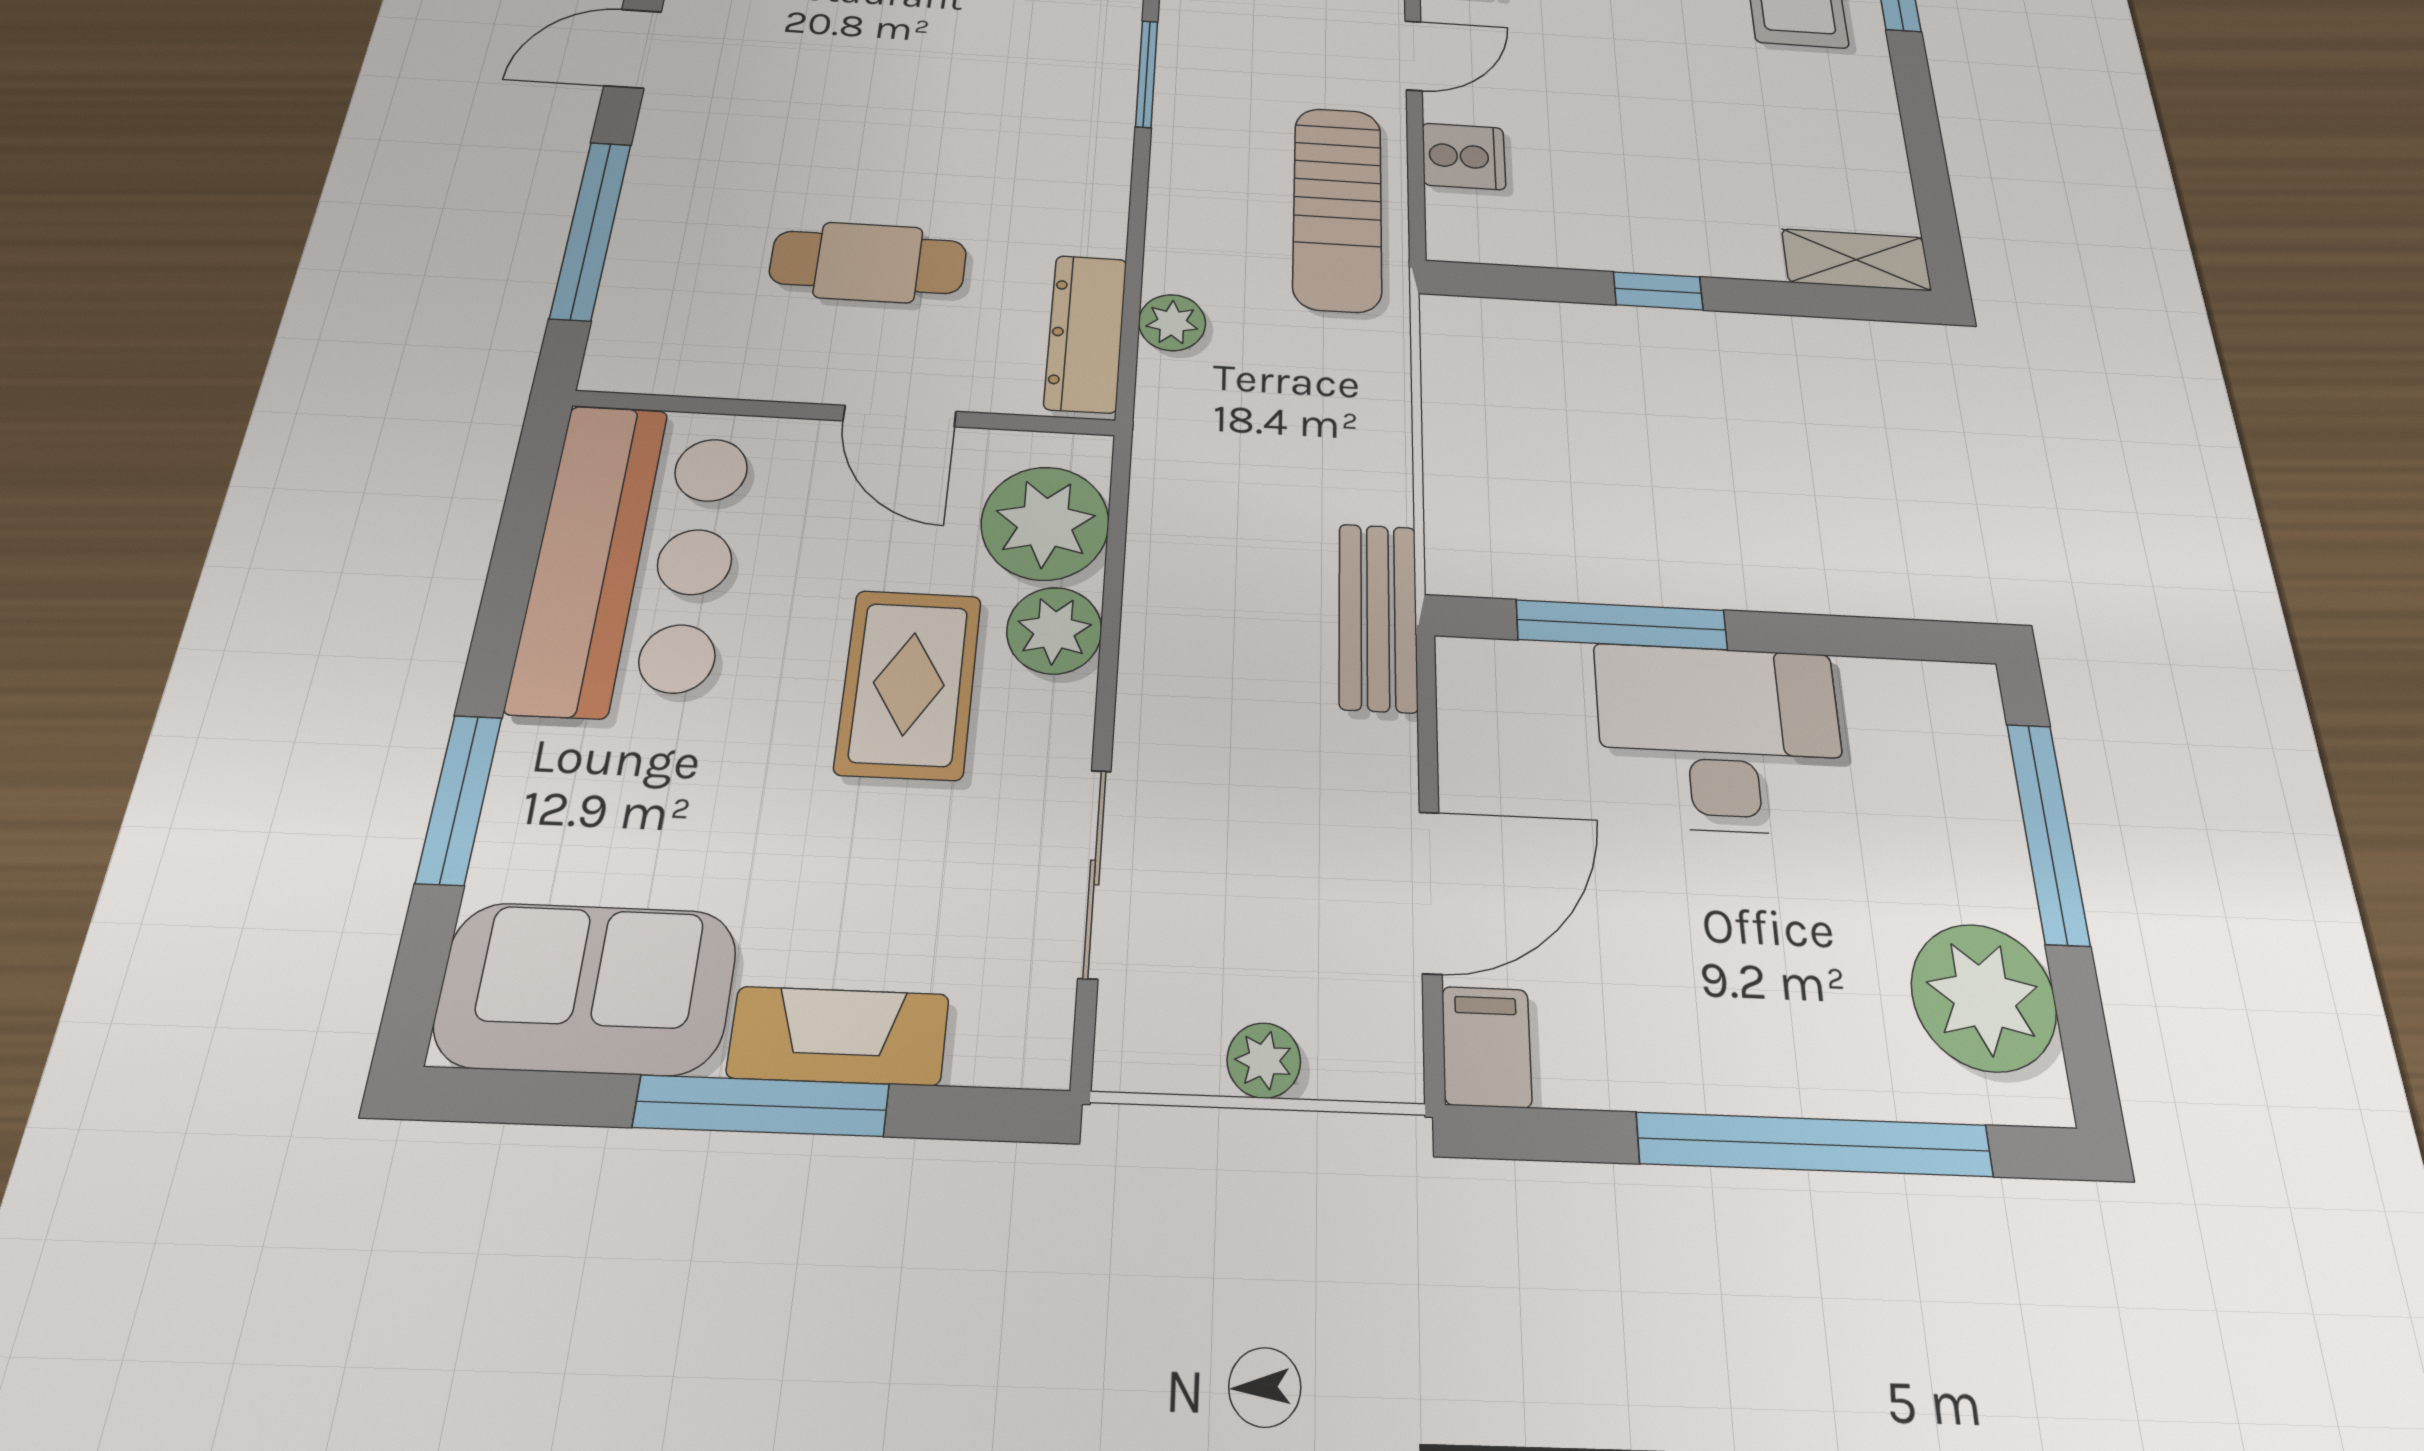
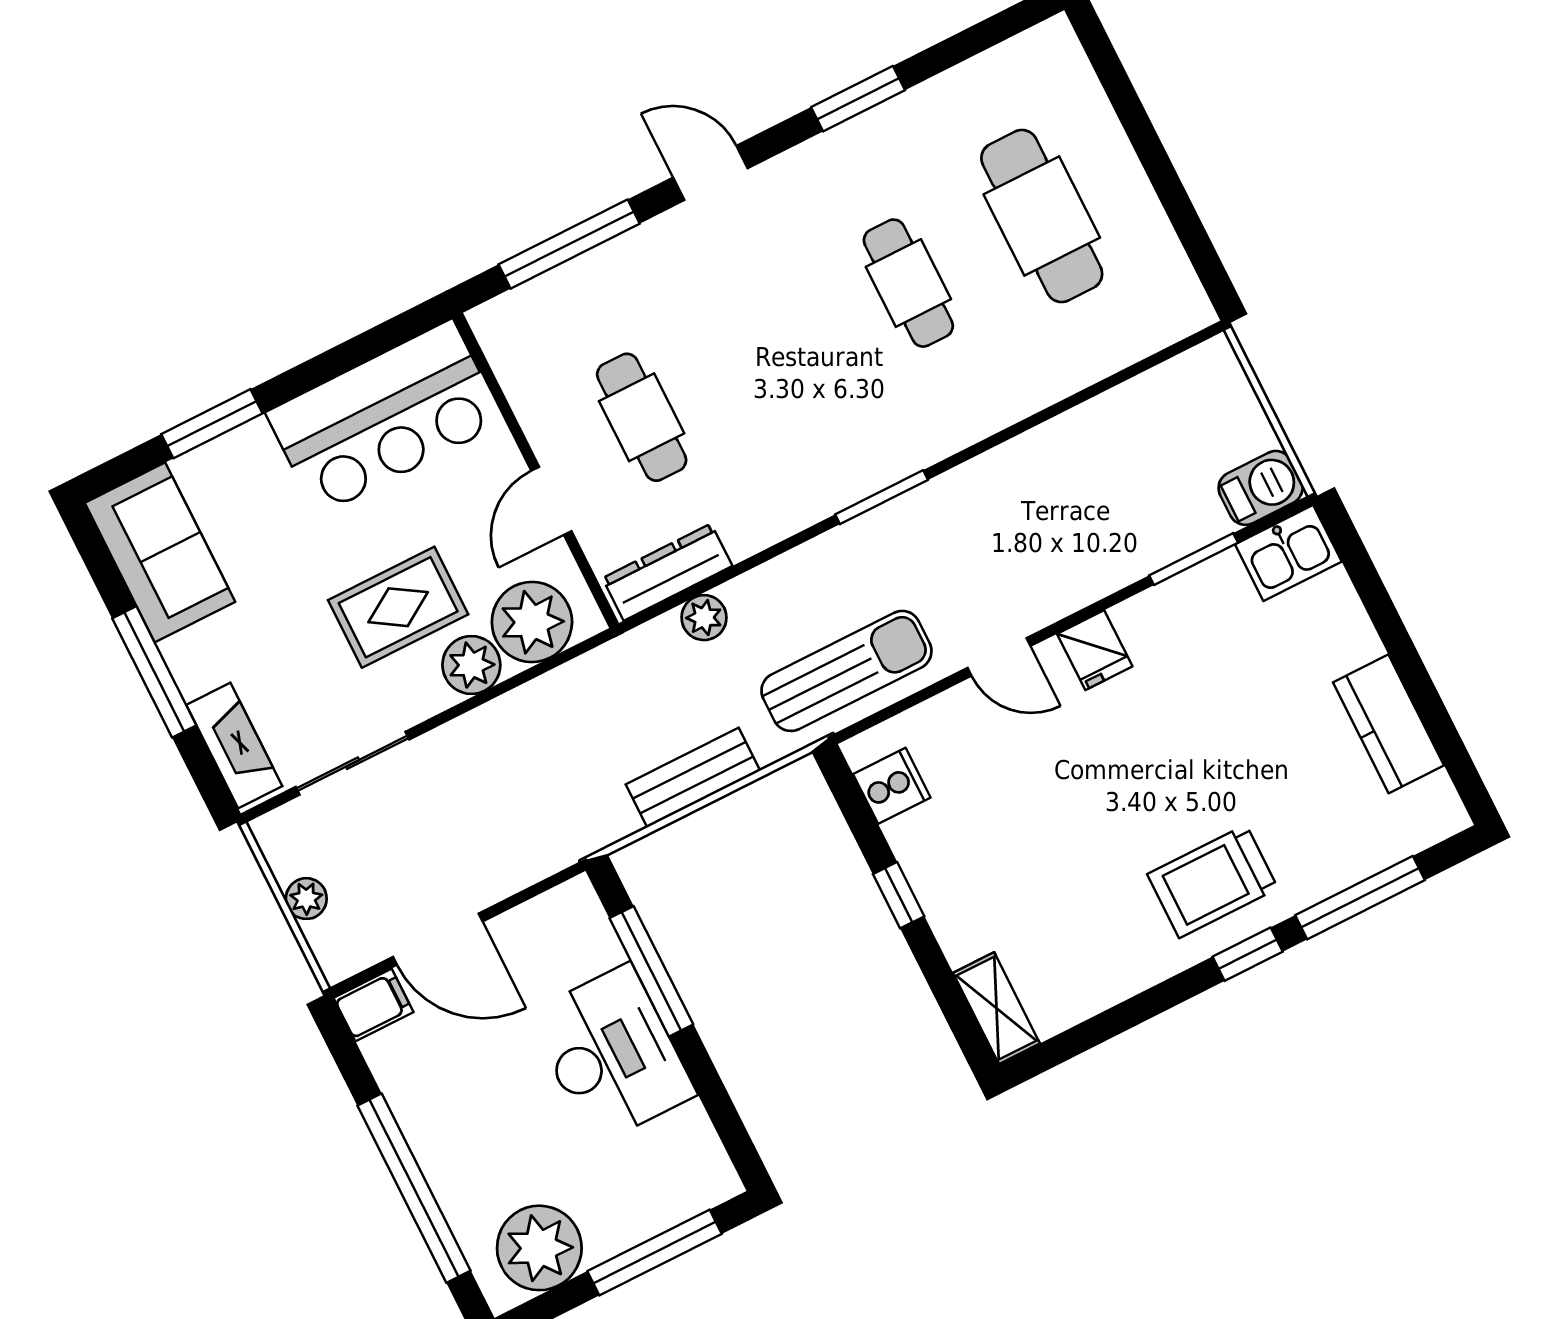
cooker: (1464, 156) -> (892, 786), moved, turned -90
sun lounger: (1338, 208) -> (846, 671), turned 180
bench: (1378, 617) -> (693, 778), moved
fireplace: (839, 1036) -> (234, 745), moved

